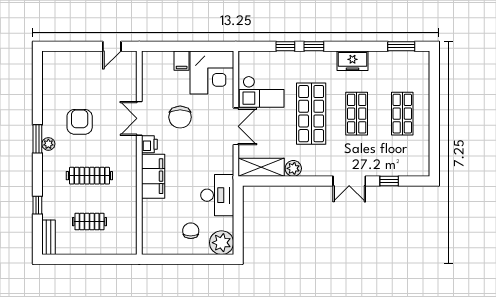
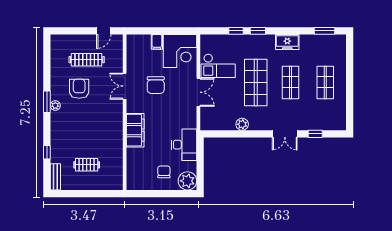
printer: (149, 144) -> (132, 106), removed
shelving: (261, 167) -> (218, 123), removed
clothes rail: (89, 176) -> (87, 60), moved

